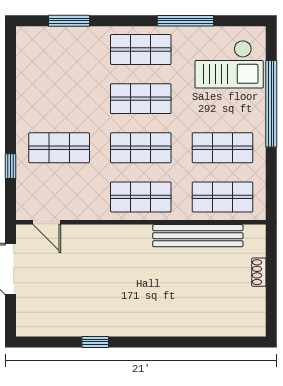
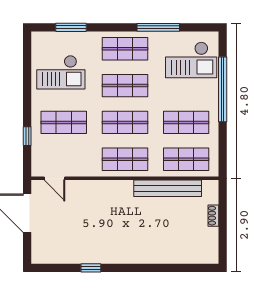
checkout: (55, 81) -> (61, 72), added

